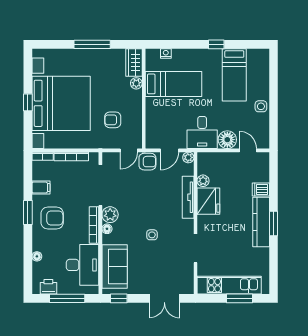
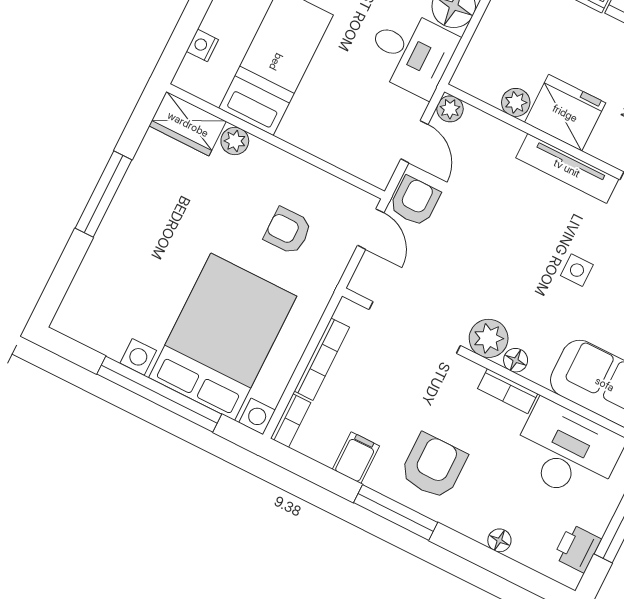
window: (28, 102) -> (159, 394), width x3.17
bed with nightstands: (61, 103) -> (223, 337), width x0.73
armchair: (113, 120) -> (288, 231), turned 90
tv unit: (188, 197) -> (567, 168), moved
window: (28, 212) -> (396, 513), width x1.44
bookcase: (94, 225) -> (508, 391), width x0.64

